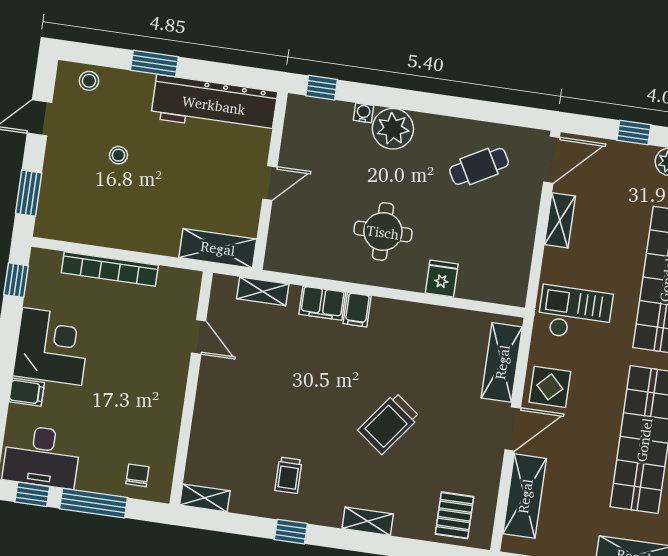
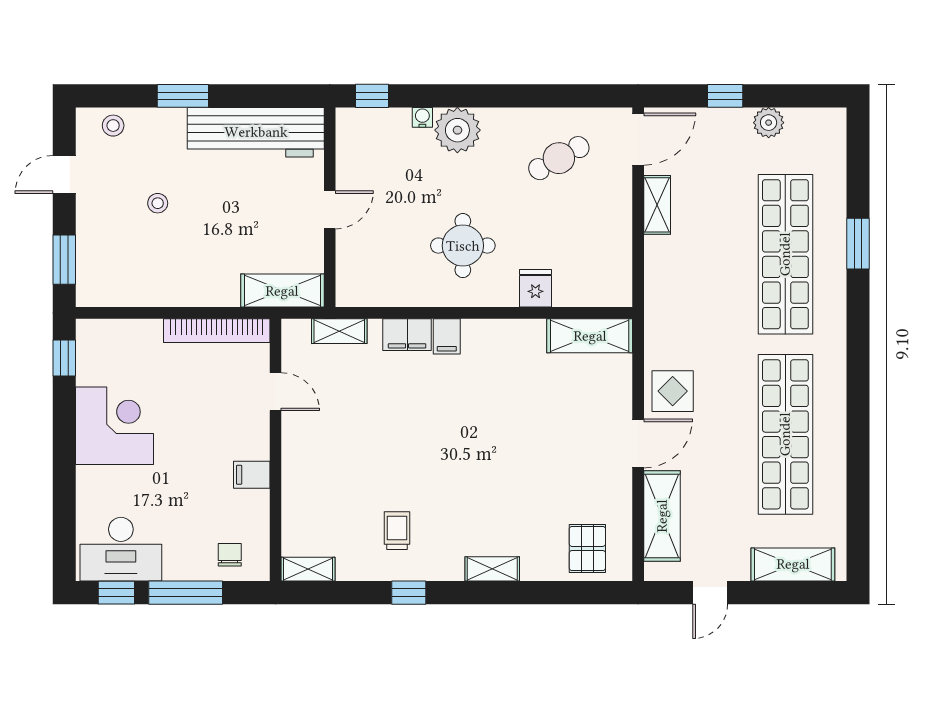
bookcase: (110, 269) -> (217, 331), moved
checkout: (575, 314) -> (689, 306), removed
shelving: (502, 362) -> (590, 336), moved, turned 90
filing cabinet: (27, 392) -> (252, 475), moved, turned 180
trolley: (389, 424) -> (500, 457), removed
trolley: (288, 475) -> (397, 531), turned 180

